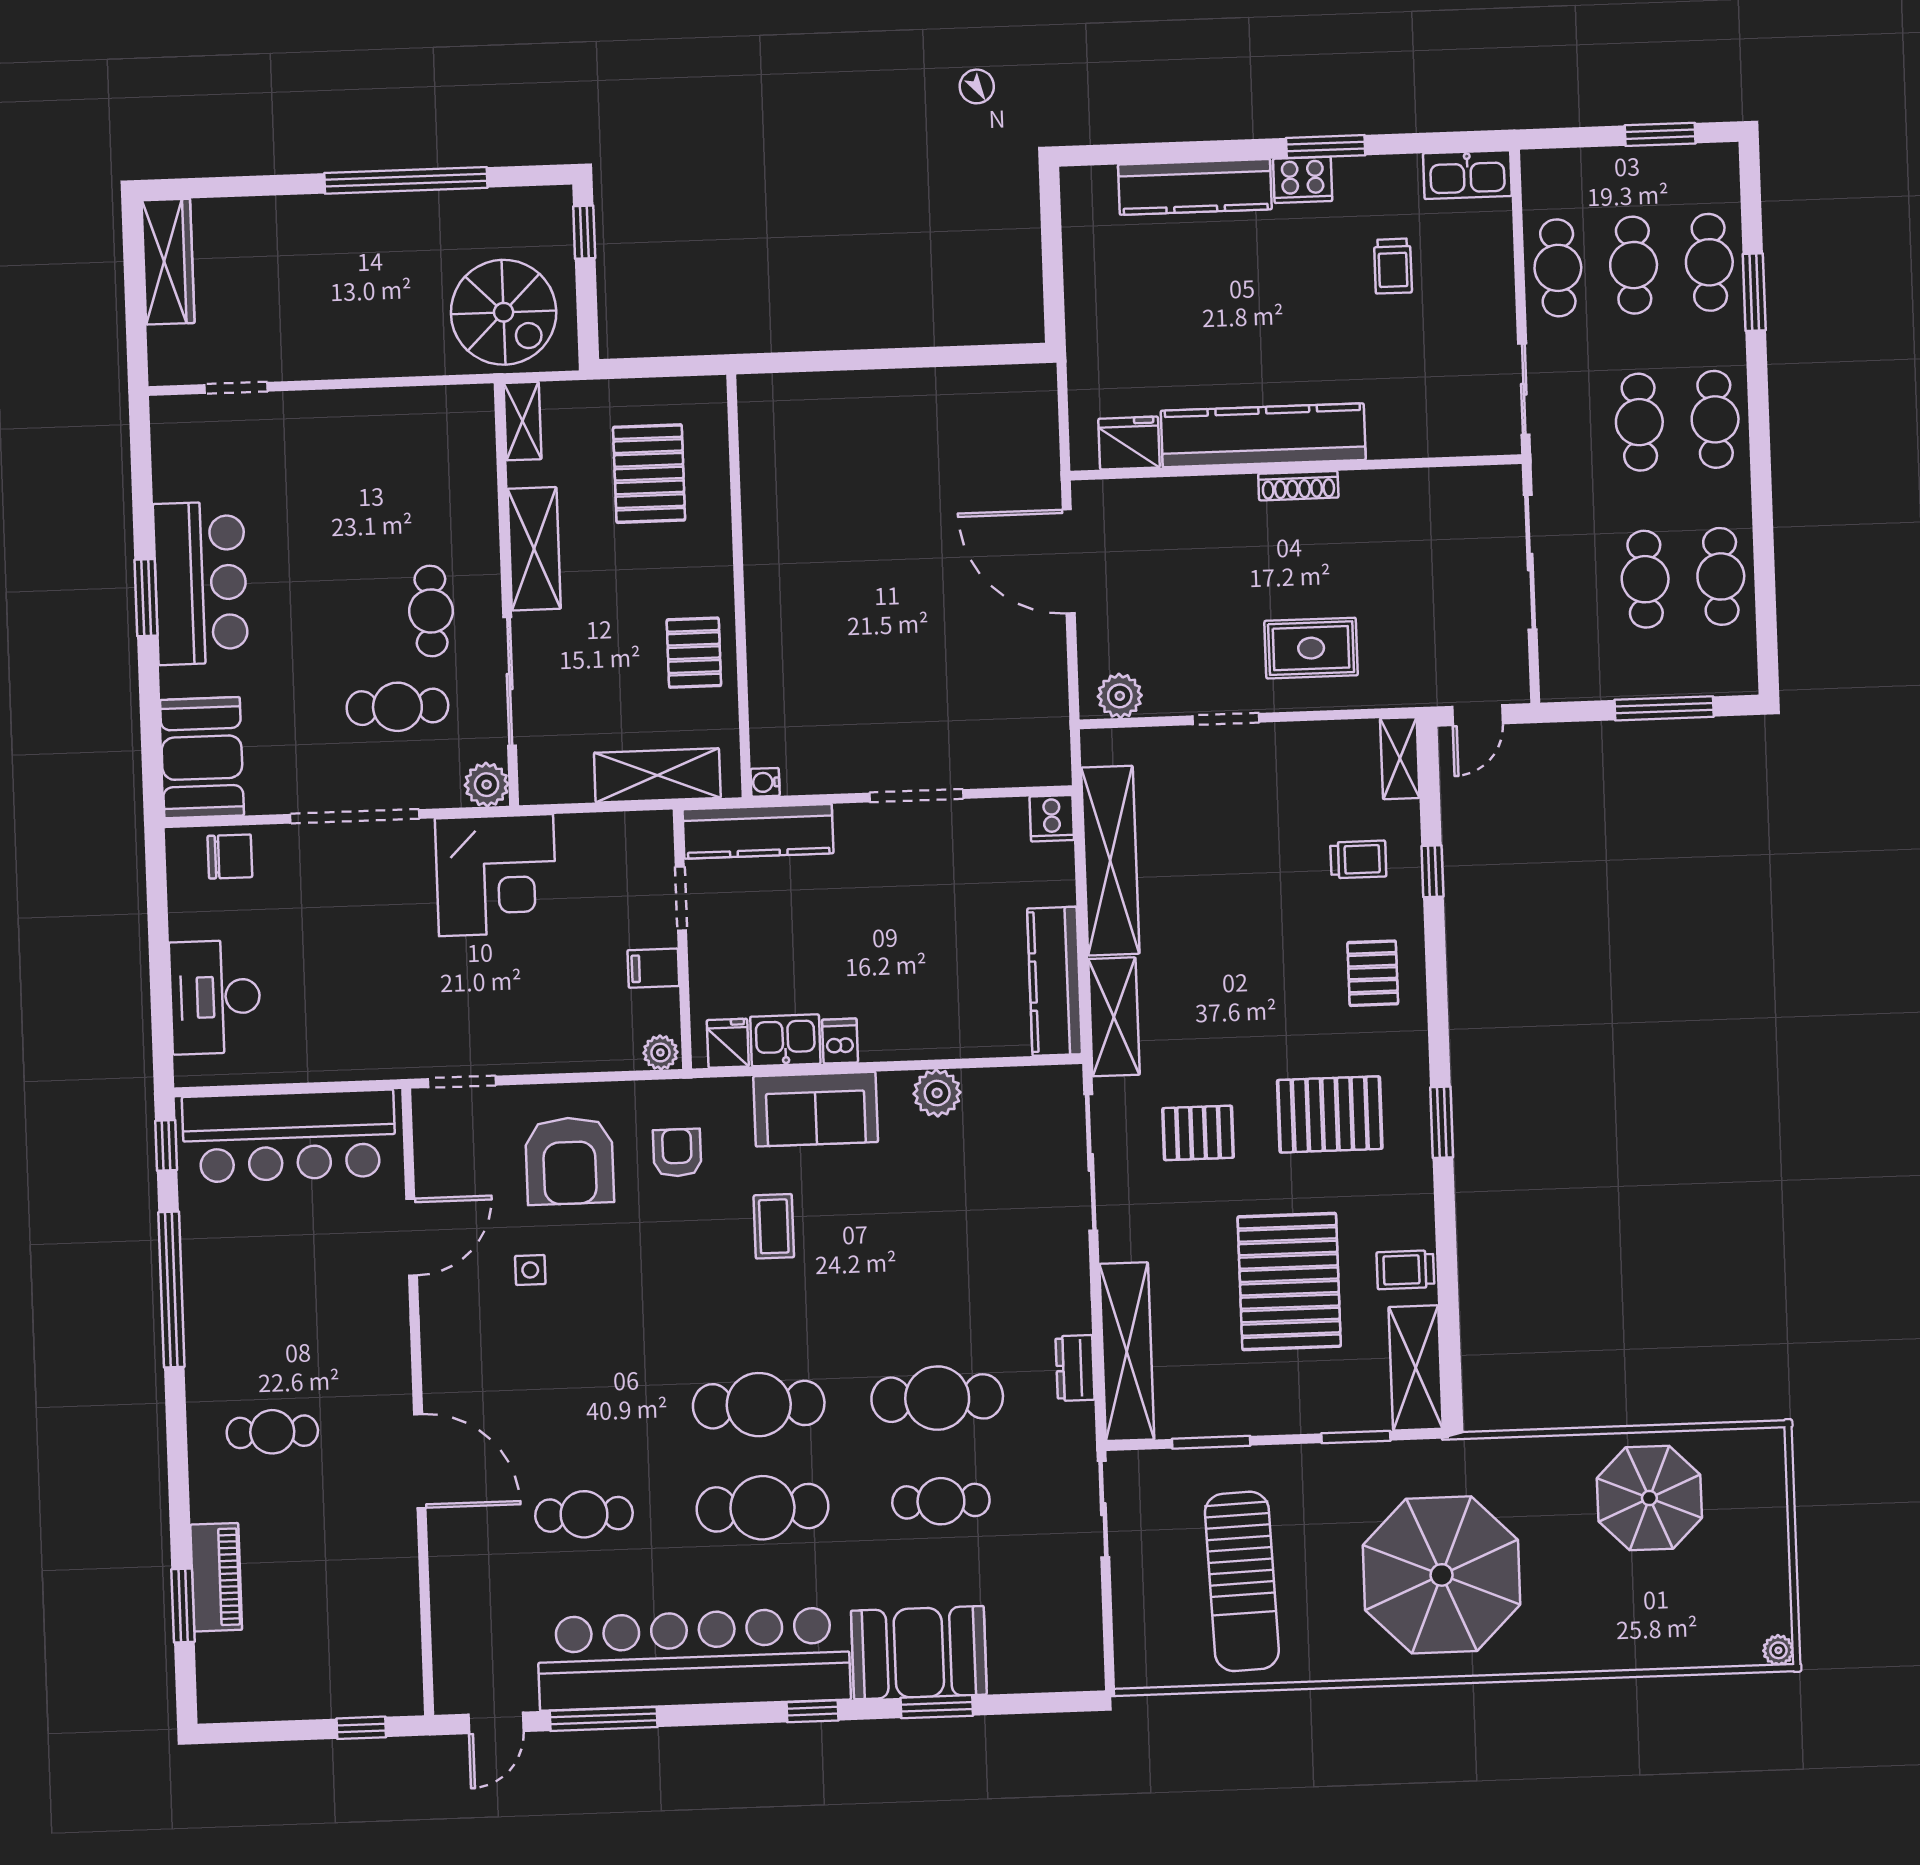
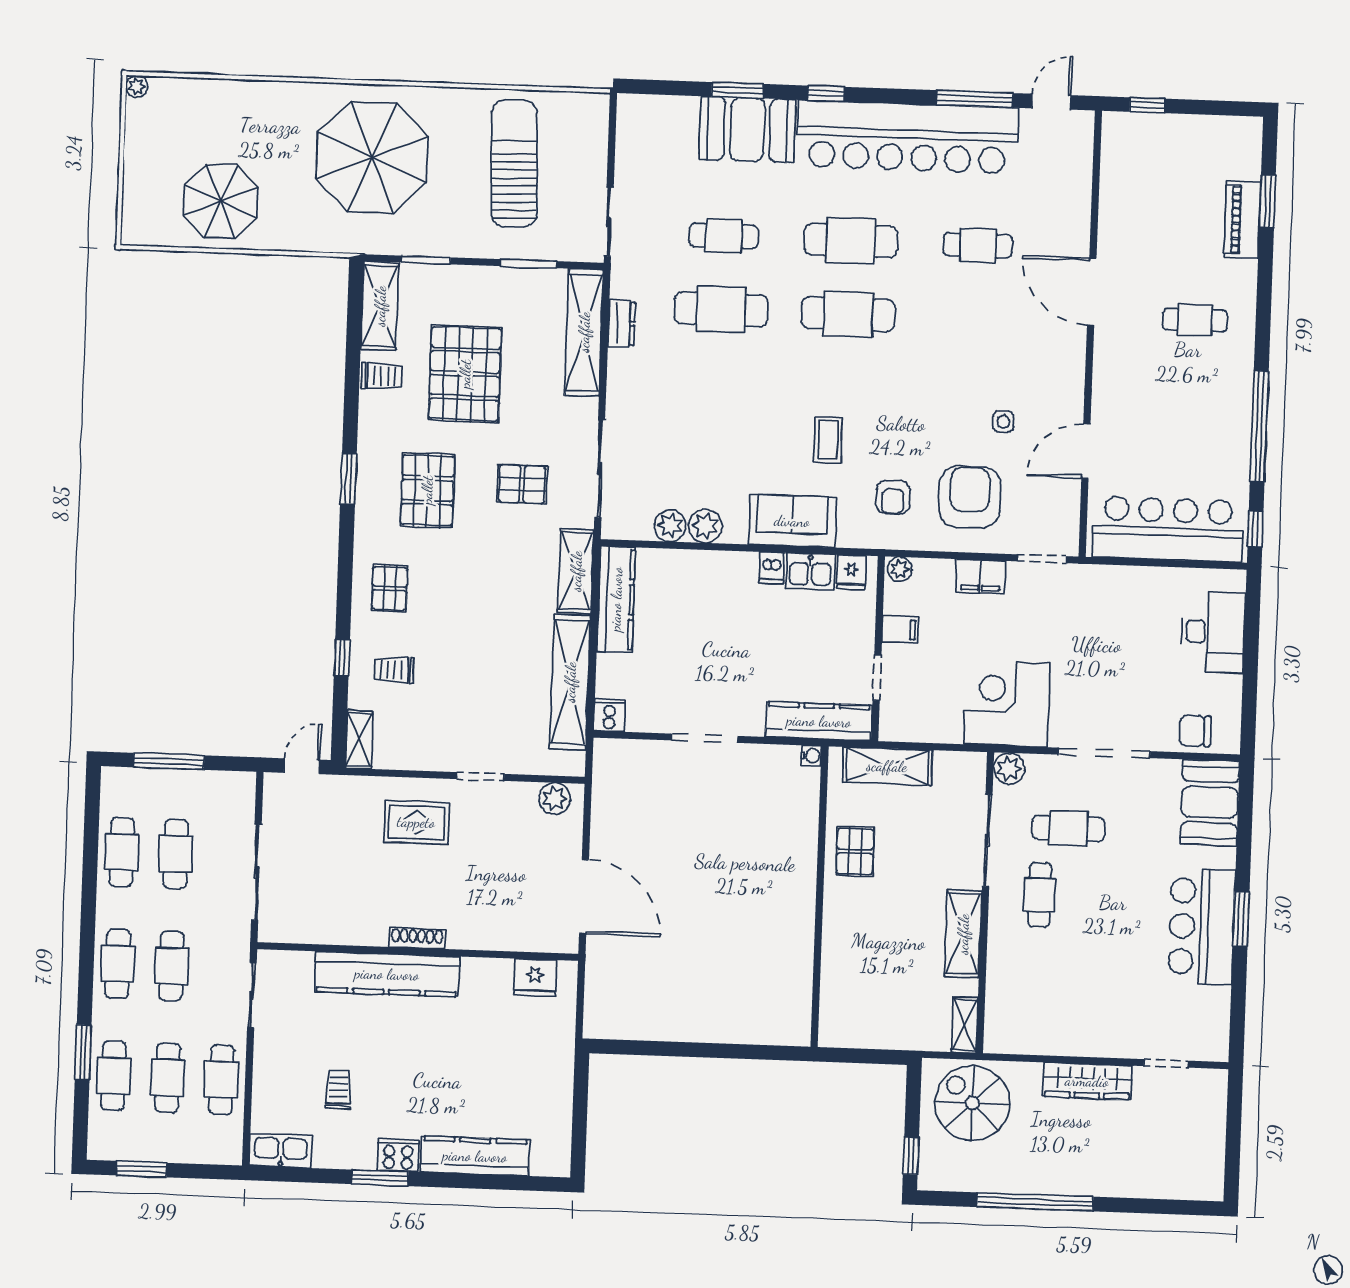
wardrobe: (168, 262) -> (1087, 1081), moved, turned -90
kitchen counter: (1263, 435) -> (387, 974), moved
pallet: (649, 474) -> (877, 981), removed
filing cabinet: (547, 1051) -> (980, 576), added
plant: (986, 1090) -> (670, 526), added
pallet: (1330, 1114) -> (427, 490), turned 90

